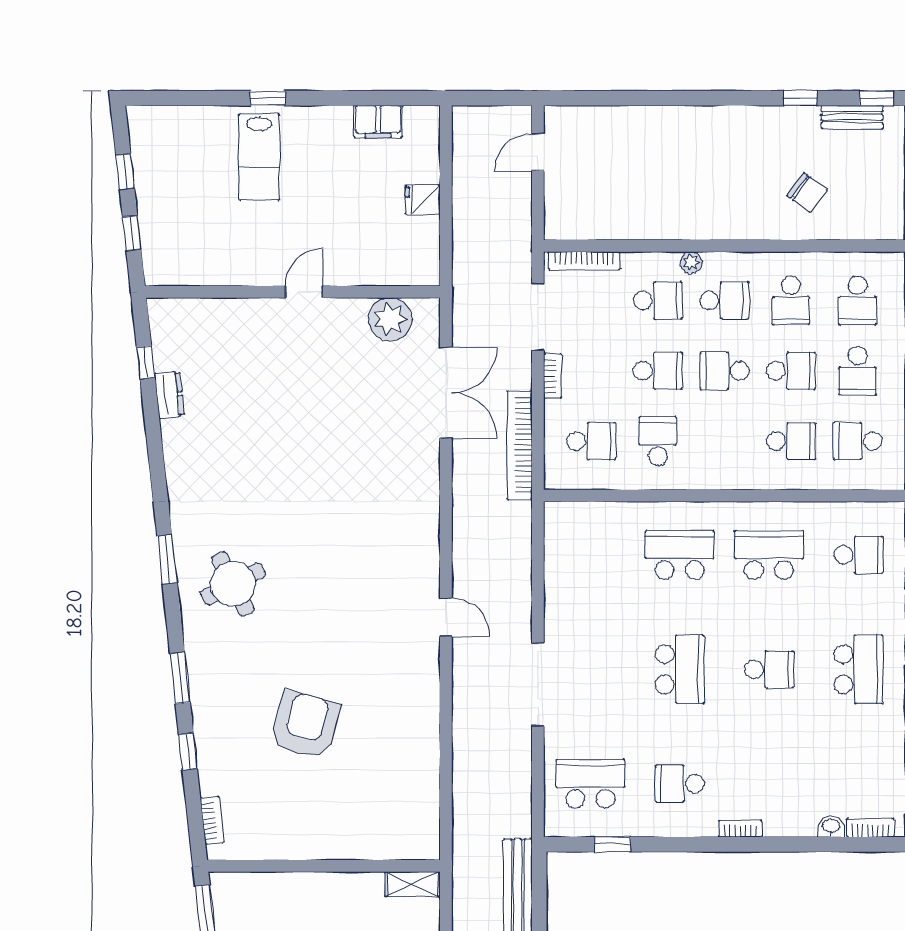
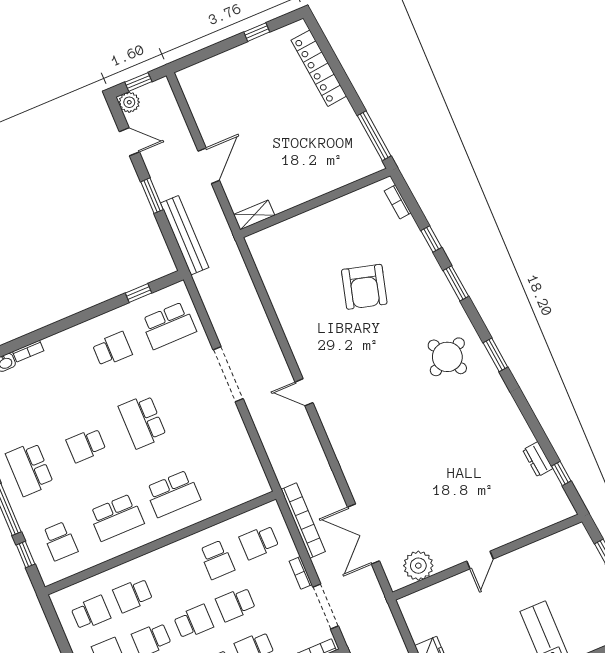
school desk: (858, 555) -> (60, 541), turned -90
bookcase: (740, 829) -> (28, 351), moved

